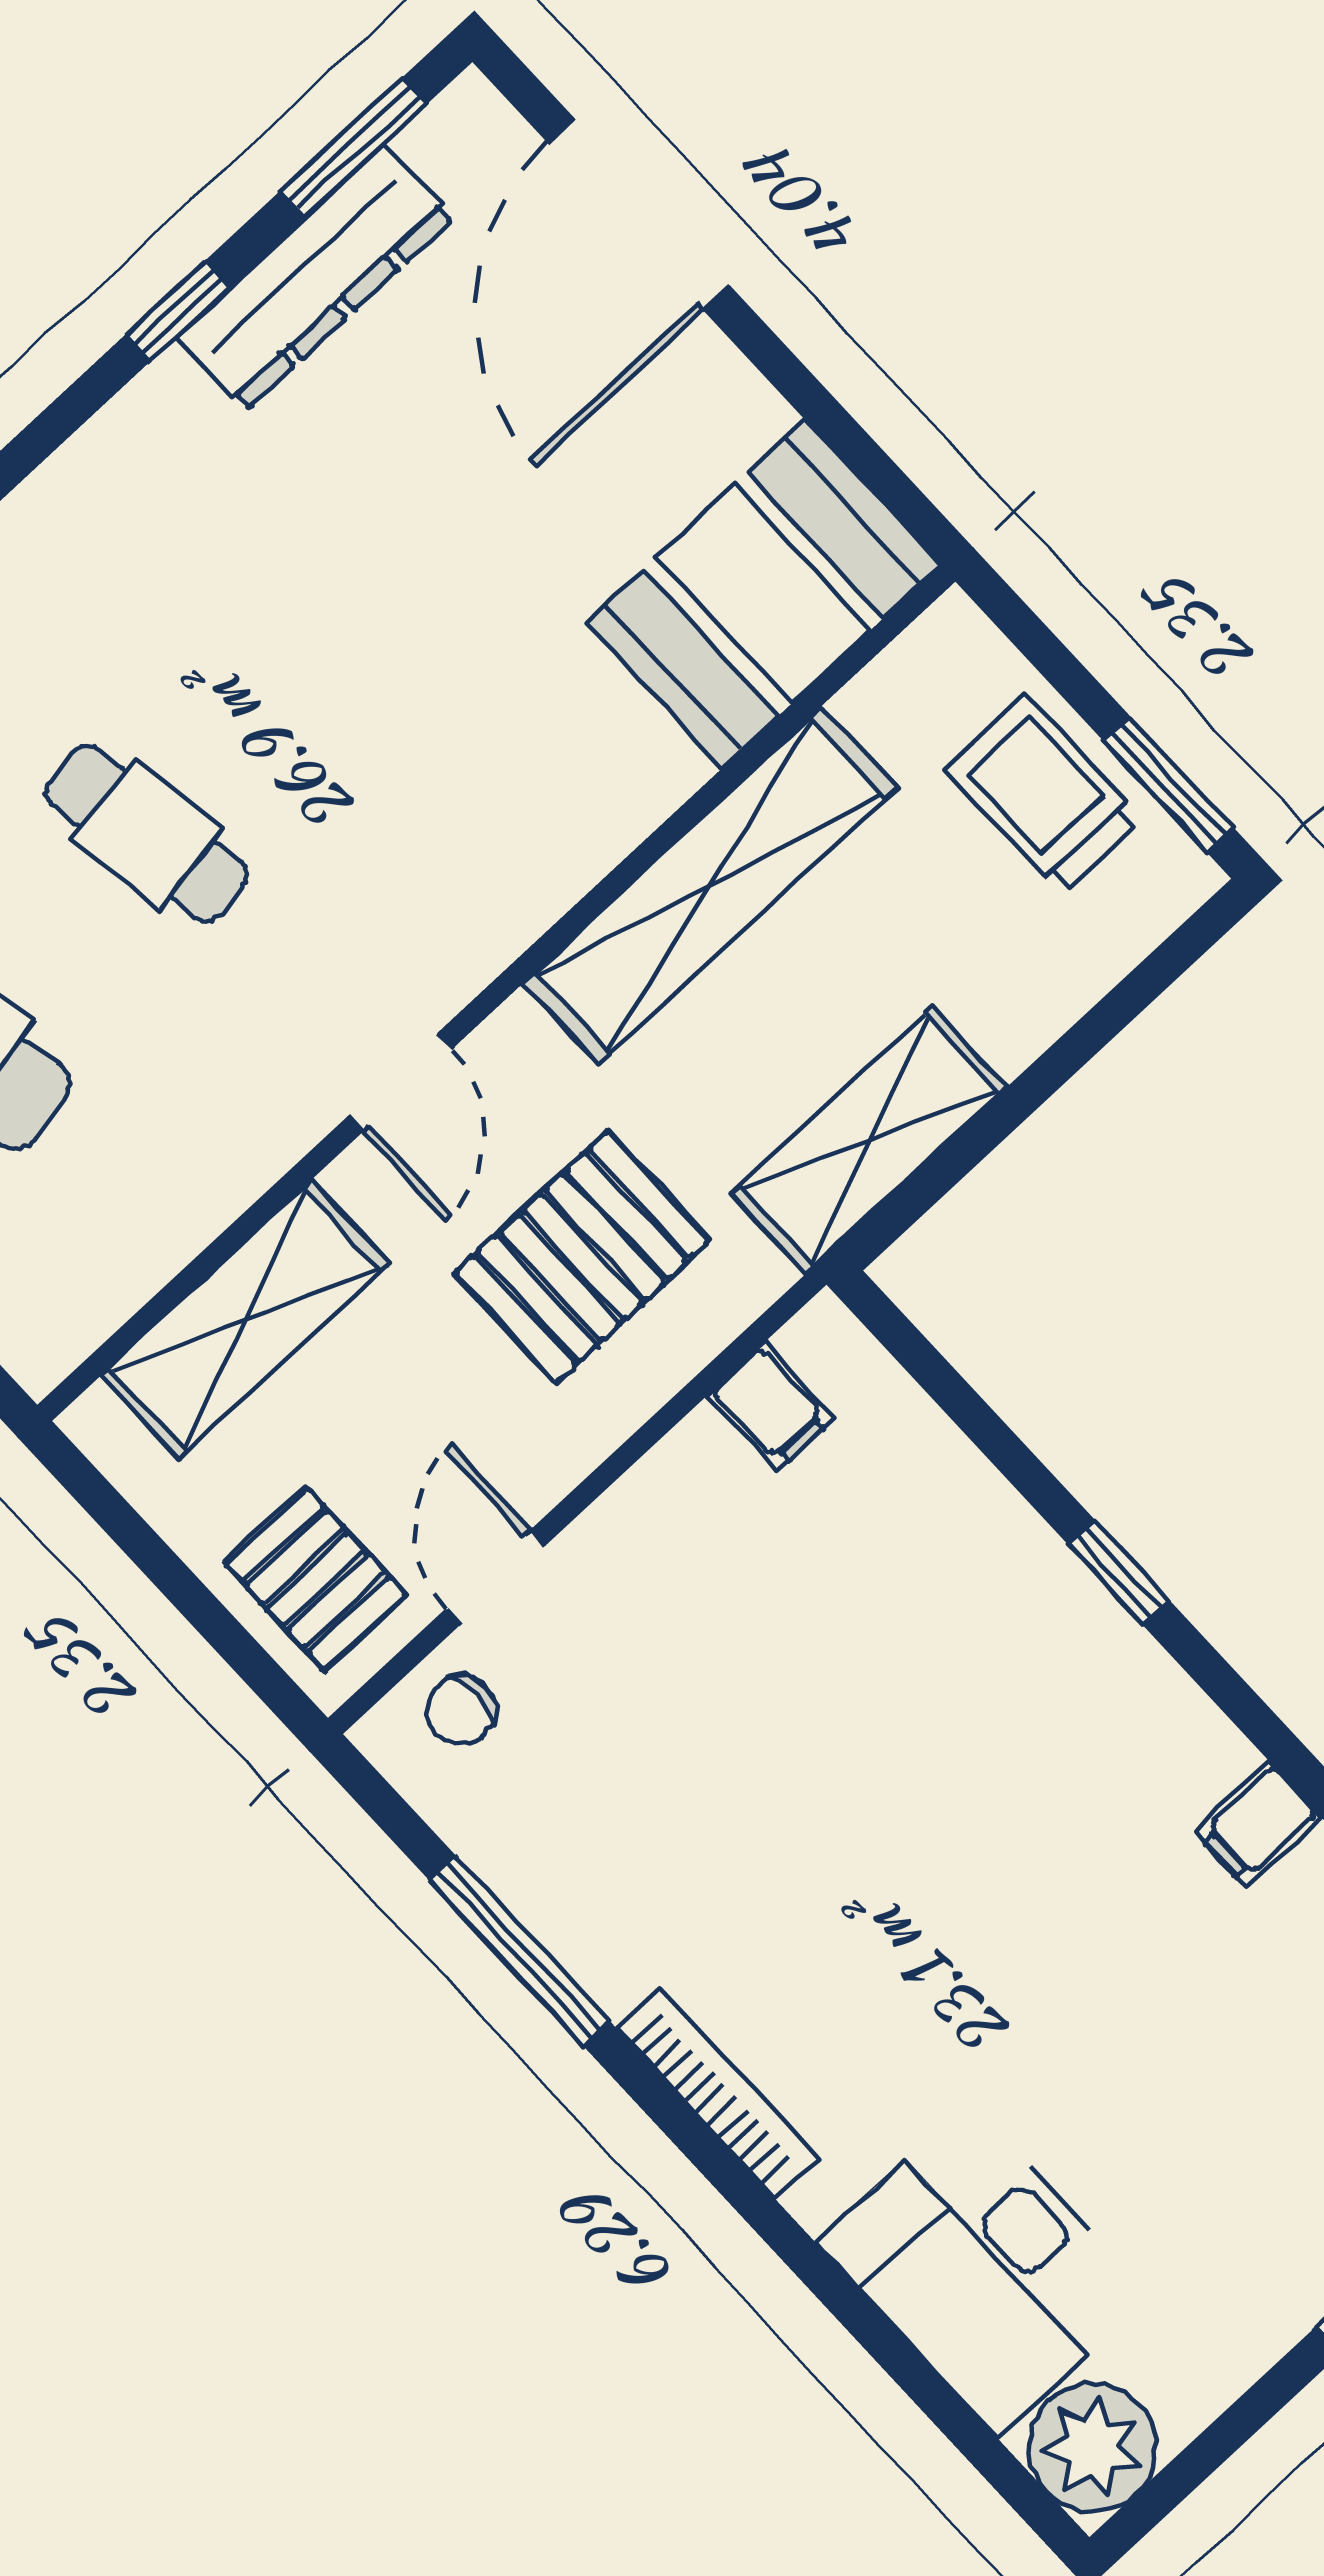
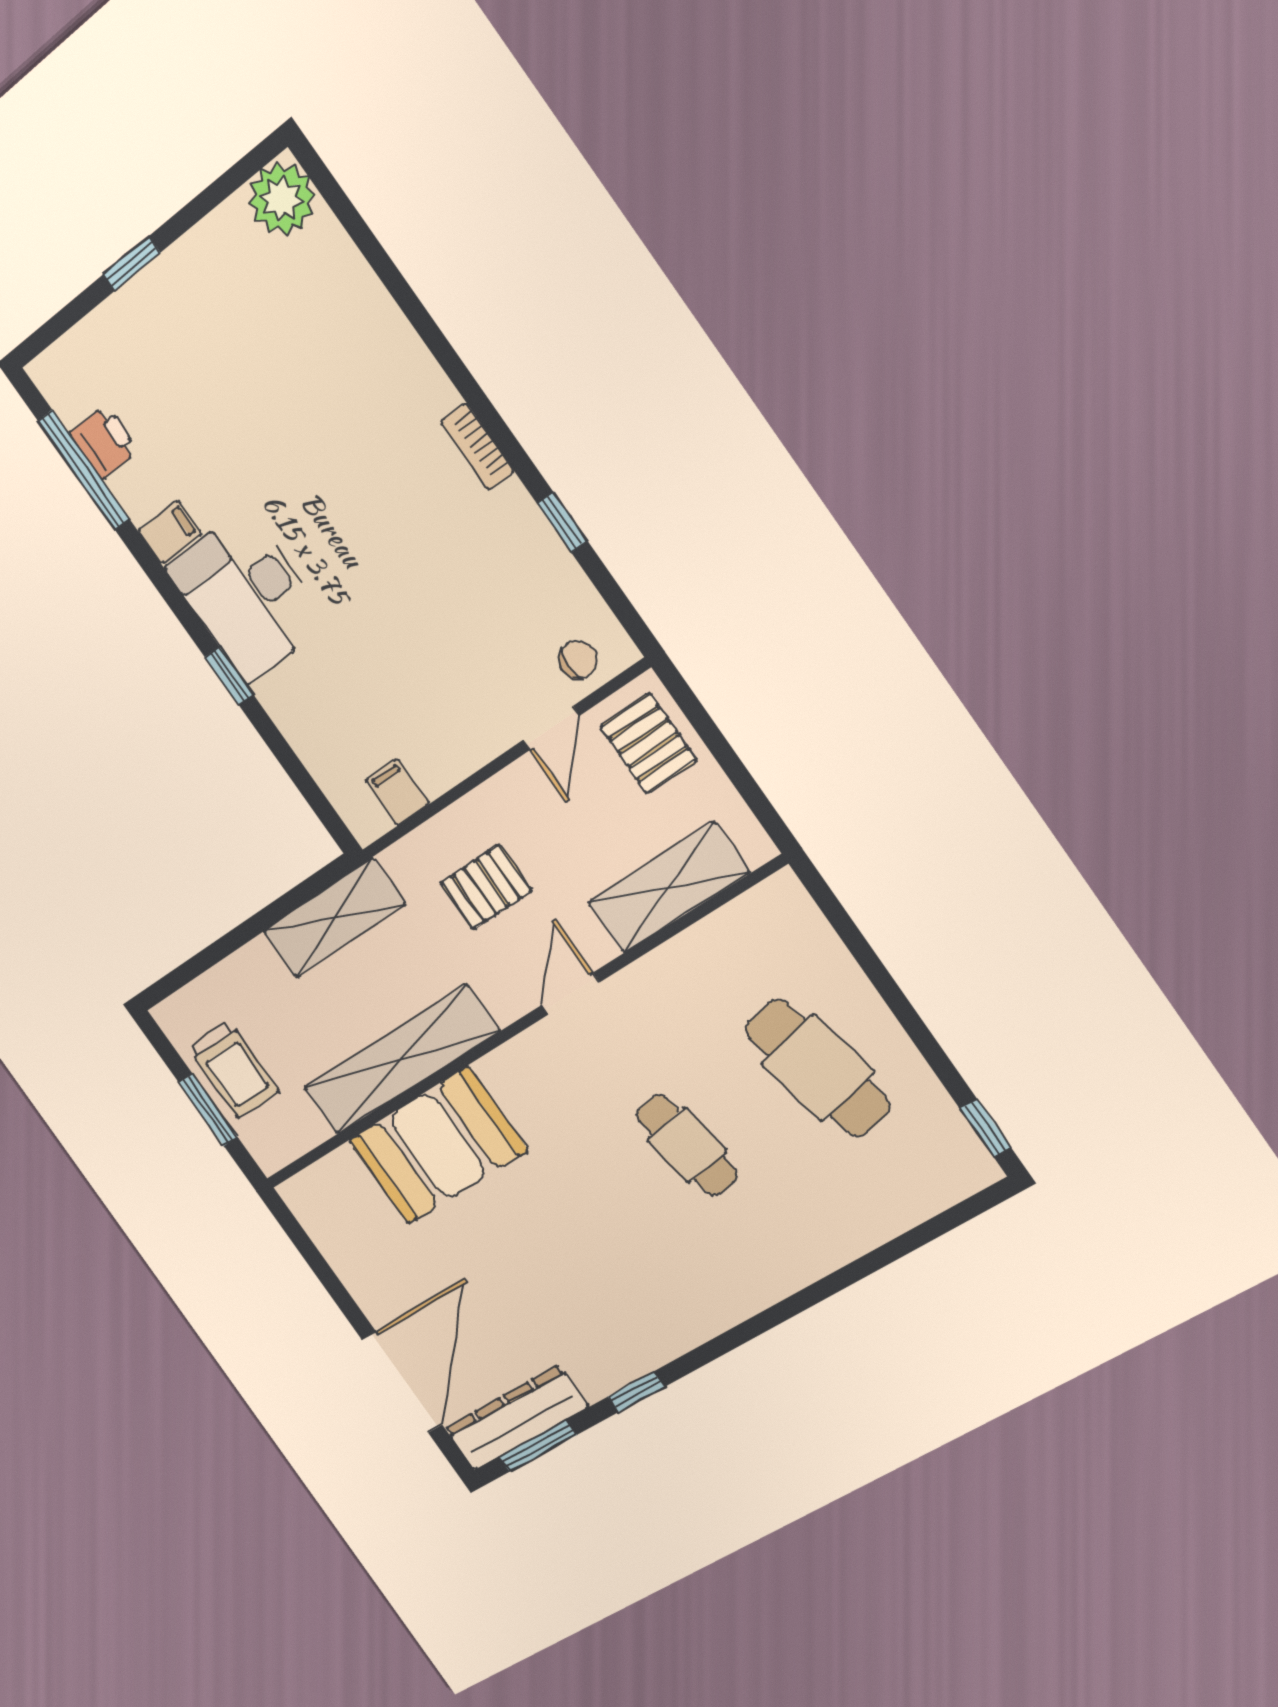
dresser: (316, 277) -> (516, 1418), moved
booth: (763, 594) -> (438, 1146), moved
window: (1168, 784) -> (208, 1110), moved
pallet: (582, 1257) -> (486, 887), width x0.67, depth x0.71
window: (519, 1950) -> (562, 523), width x0.46
bookcase: (717, 2093) -> (477, 446), width x0.64
desk: (984, 2269) -> (247, 595), moved, turned 180

